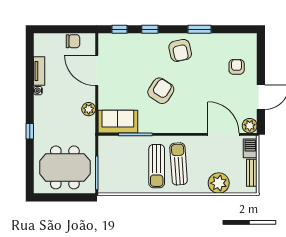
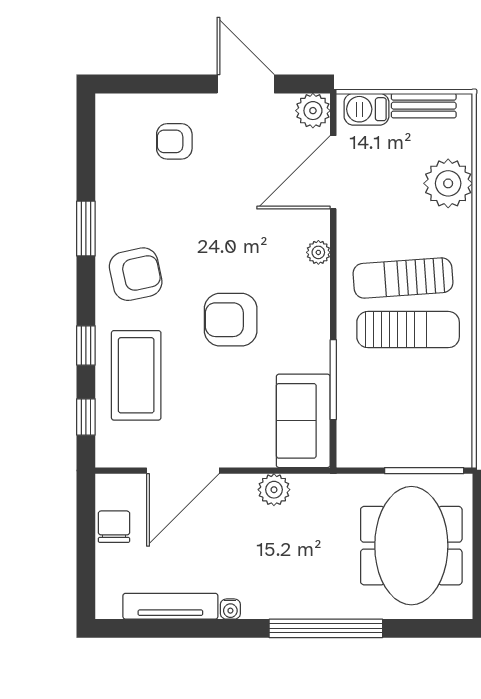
coffee table: (137, 51) -> (136, 375), added
tv unit: (39, 71) -> (170, 606), width x1.41
armchair: (161, 91) -> (231, 320), turned -33
plant: (189, 128) -> (318, 252), added
window: (30, 131) -> (326, 628), width x3.17

